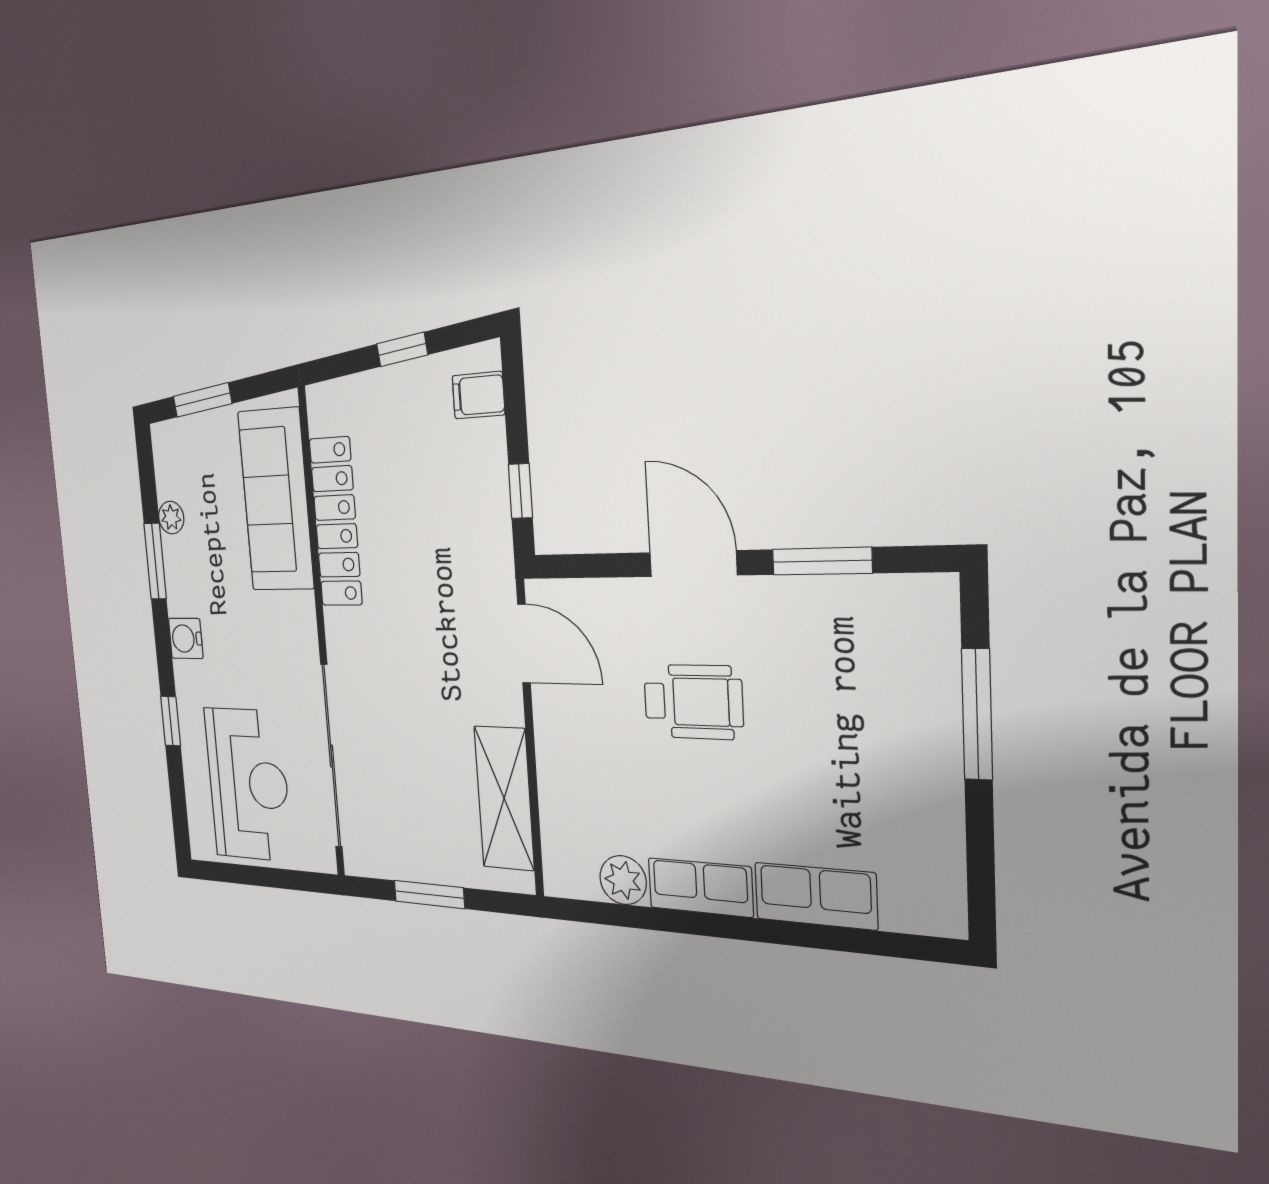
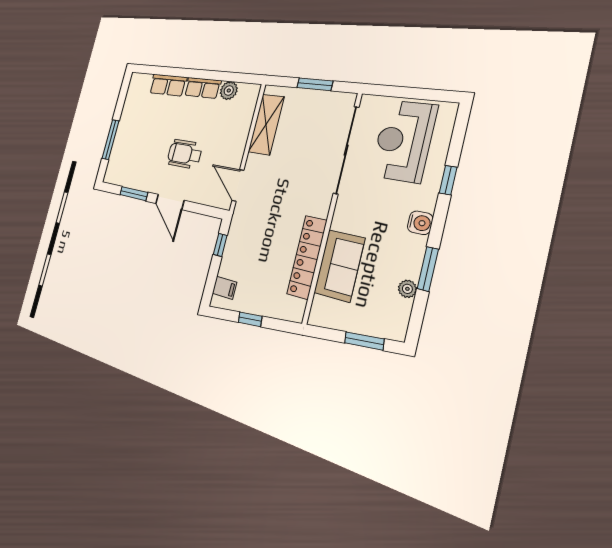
sofa: (276, 500) -> (339, 266), width x0.73

